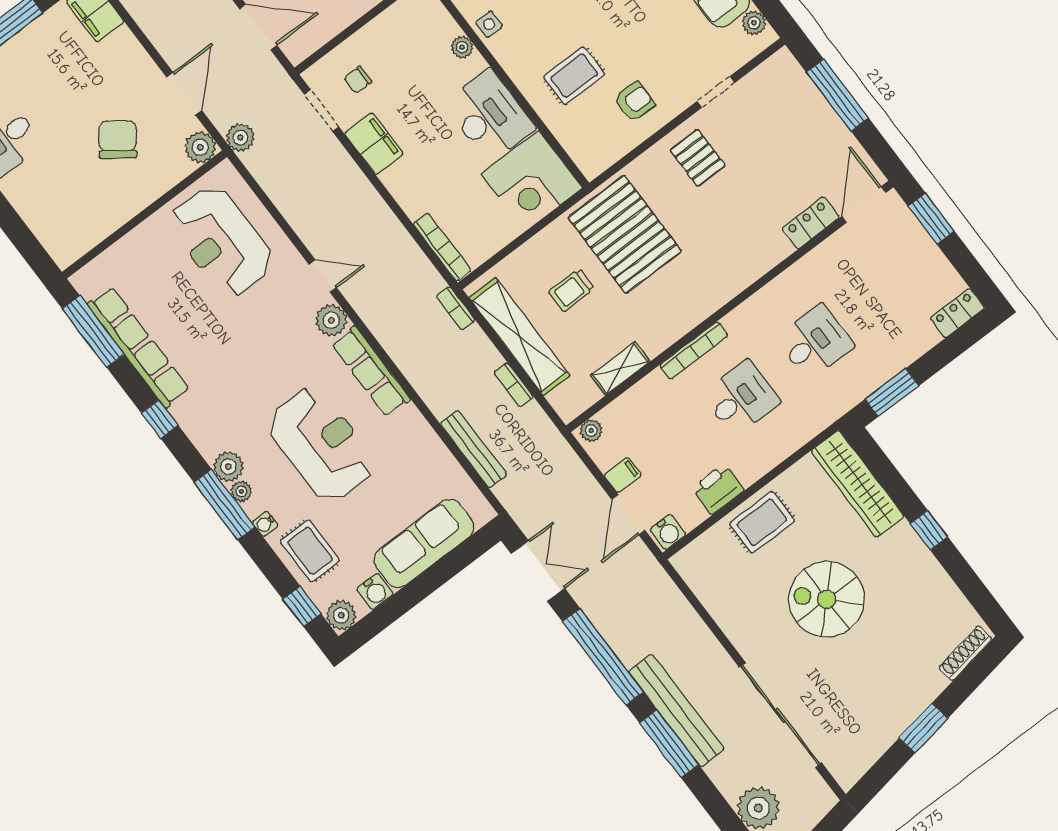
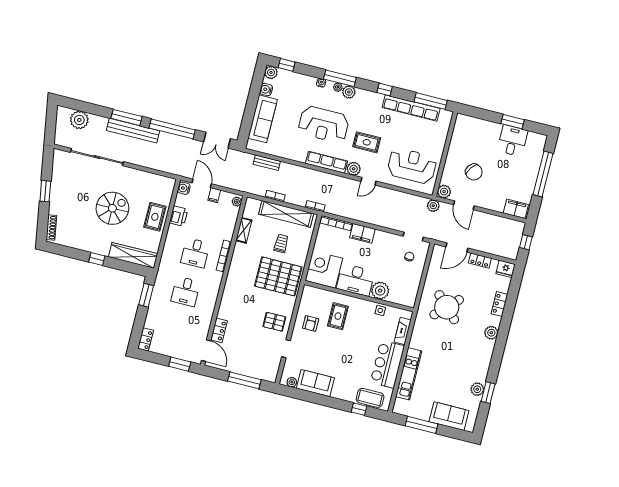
plant: (462, 47) -> (380, 291), width x1.88, depth x1.88
filing cabinet: (374, 144) -> (362, 233), moved
bench: (474, 449) -> (267, 163), width x0.73
rug: (310, 551) -> (367, 142), moved

